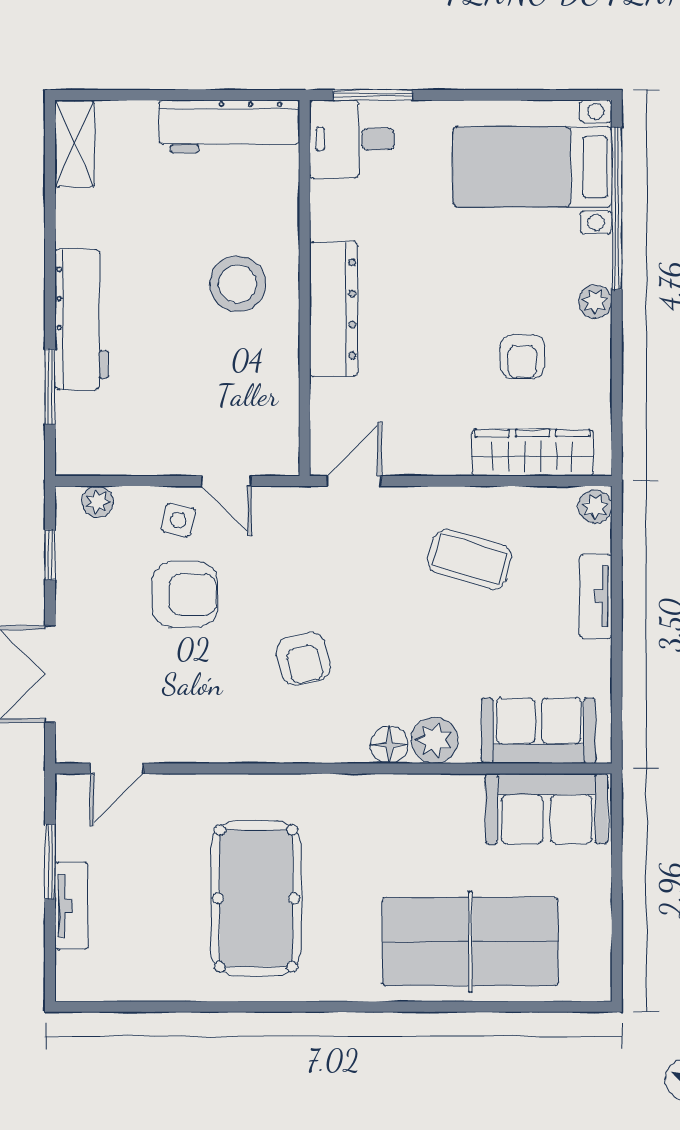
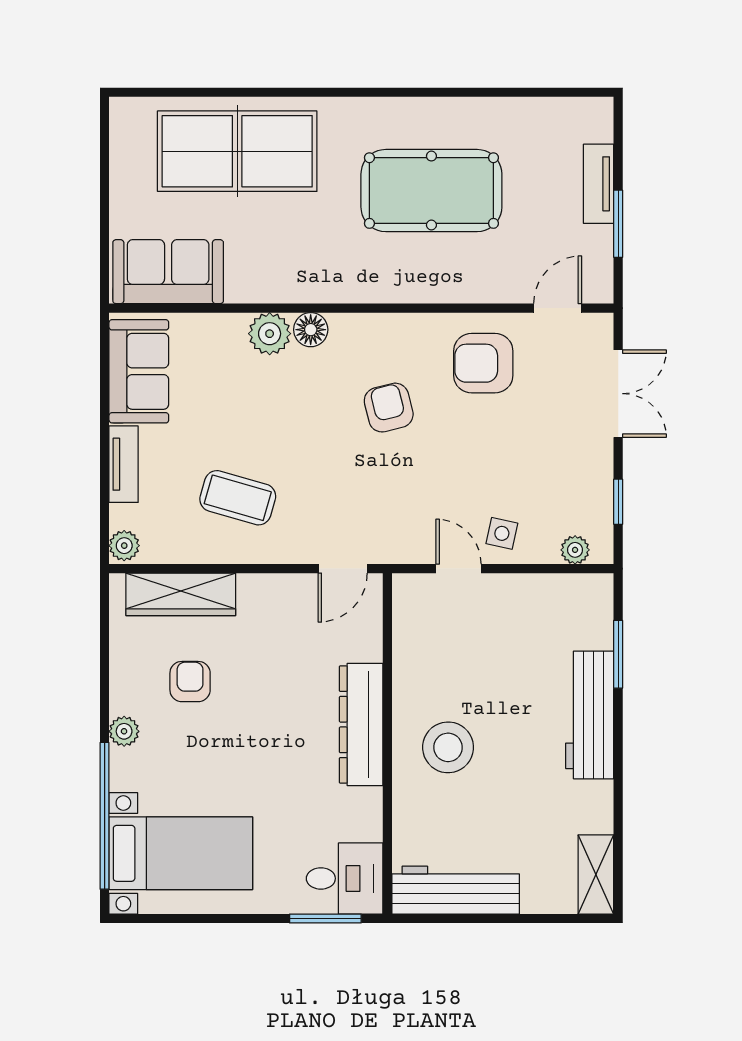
armchair: (185, 595) -> (483, 363), moved
sofa: (539, 731) -> (139, 371), moved, turned -90
pool table: (256, 898) -> (431, 191), turned 90

